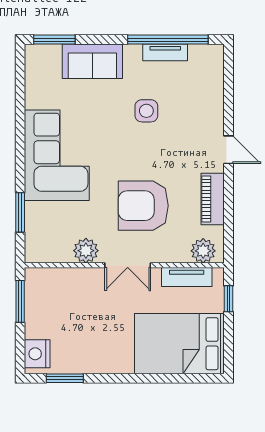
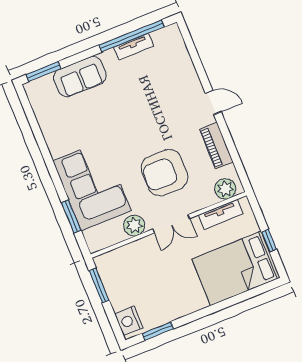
side table: (146, 111) -> (137, 98), removed
corner sofa: (57, 155) -> (92, 186), moved
window: (228, 299) -> (269, 241), moved

